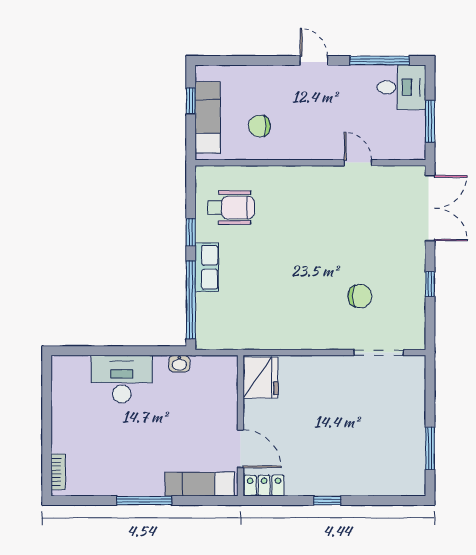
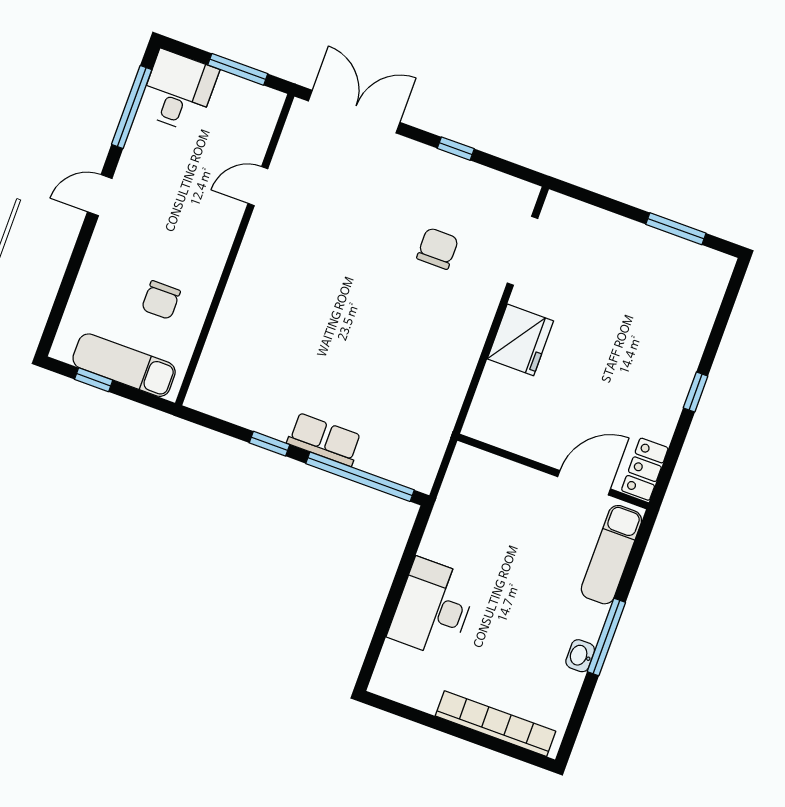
wheelchair: (231, 208) -> (256, 378), removed
washbasin: (179, 364) -> (580, 656), moved, turned 180
fridge: (261, 378) -> (520, 340), moved, turned 90
bookcase: (58, 472) -> (495, 724), width x2.31, depth x1.31

